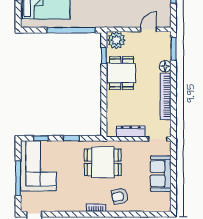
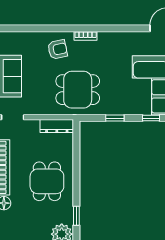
dining table: (122, 73) -> (47, 181), moved
dresser: (131, 132) -> (57, 126), moved

